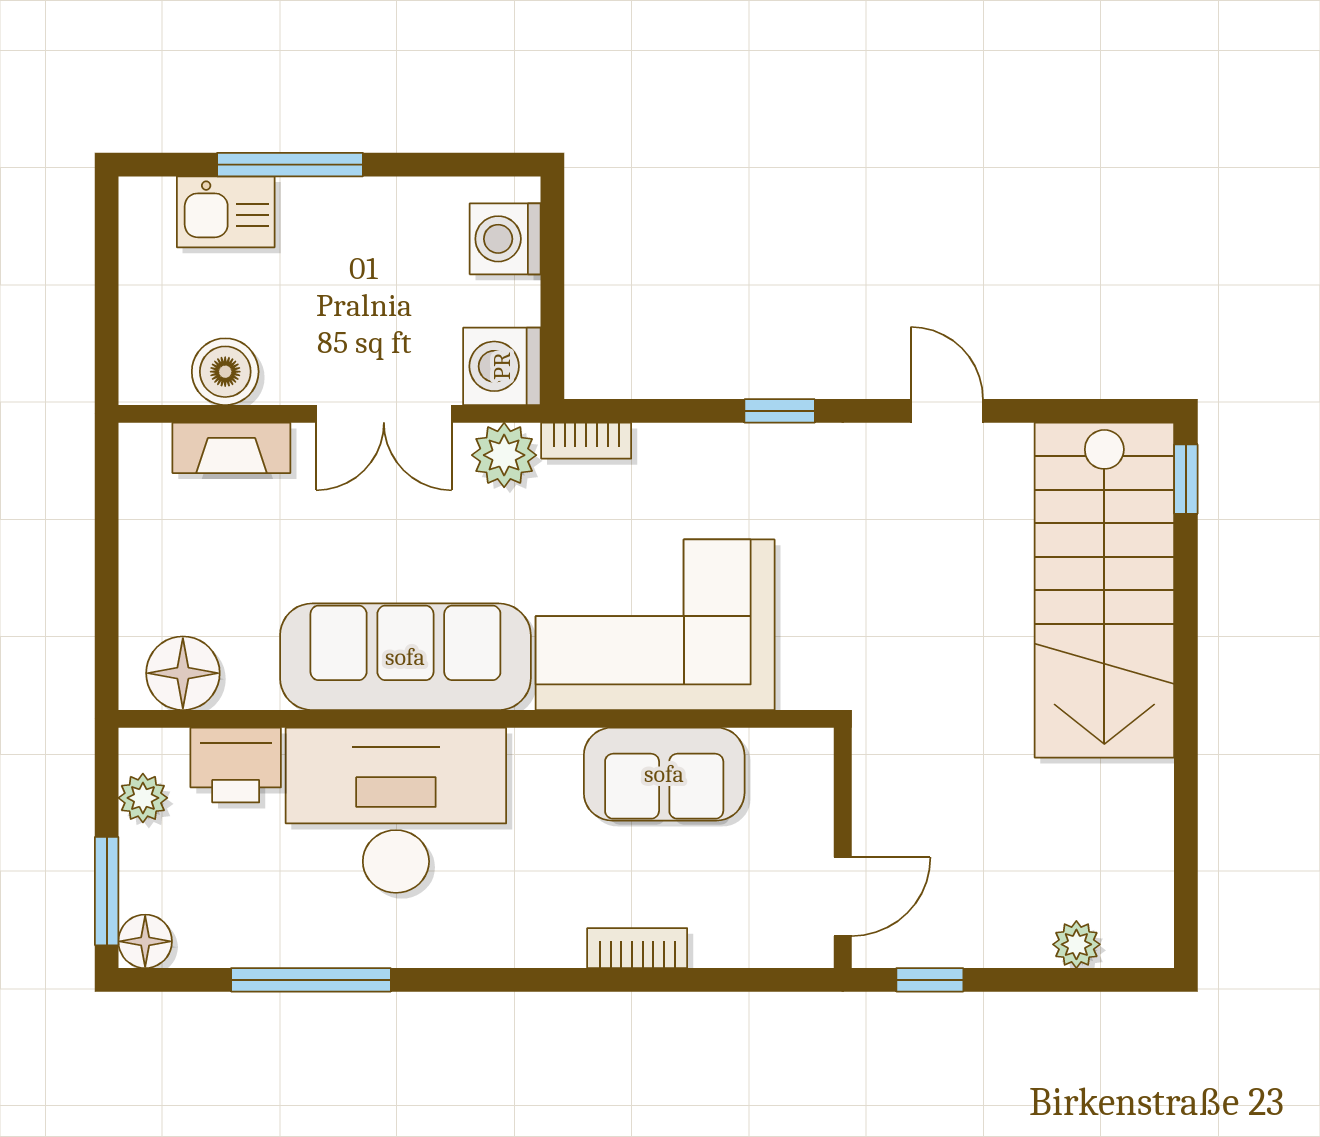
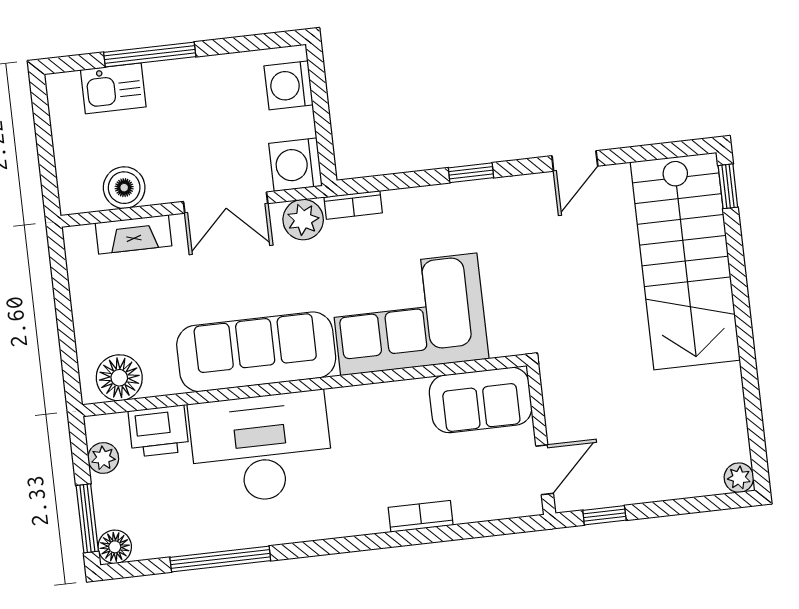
door: (947, 411) -> (575, 161), swing flipped
sofa: (664, 774) -> (481, 400), moved
plant: (1076, 944) -> (739, 478), moved

